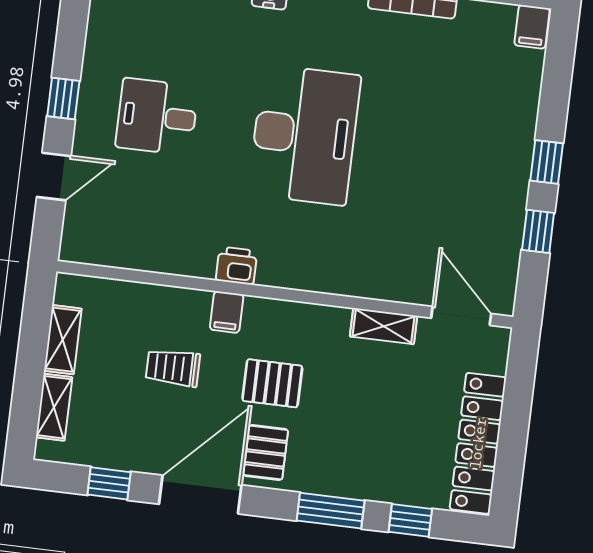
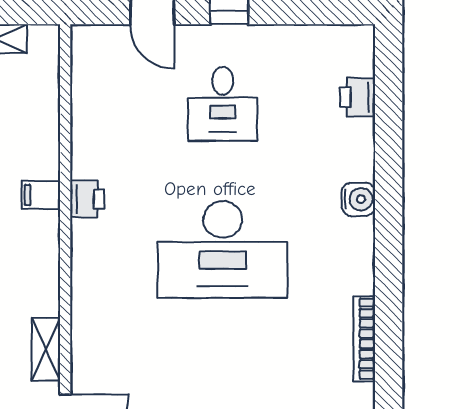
desk: (157, 117) -> (223, 104), turned 180

